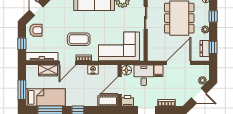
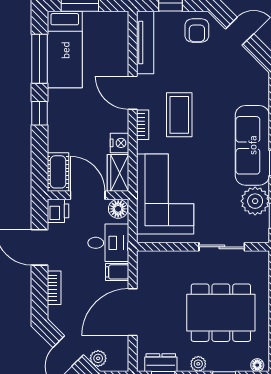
door: (179, 63) -> (133, 312), swing flipped
wardrobe: (48, 70) -> (118, 173), moved

